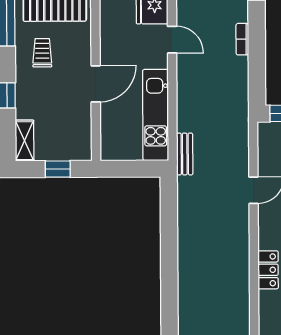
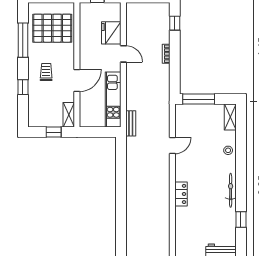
trolley: (42, 53) -> (46, 72), moved
shelving: (25, 141) -> (69, 115), moved

